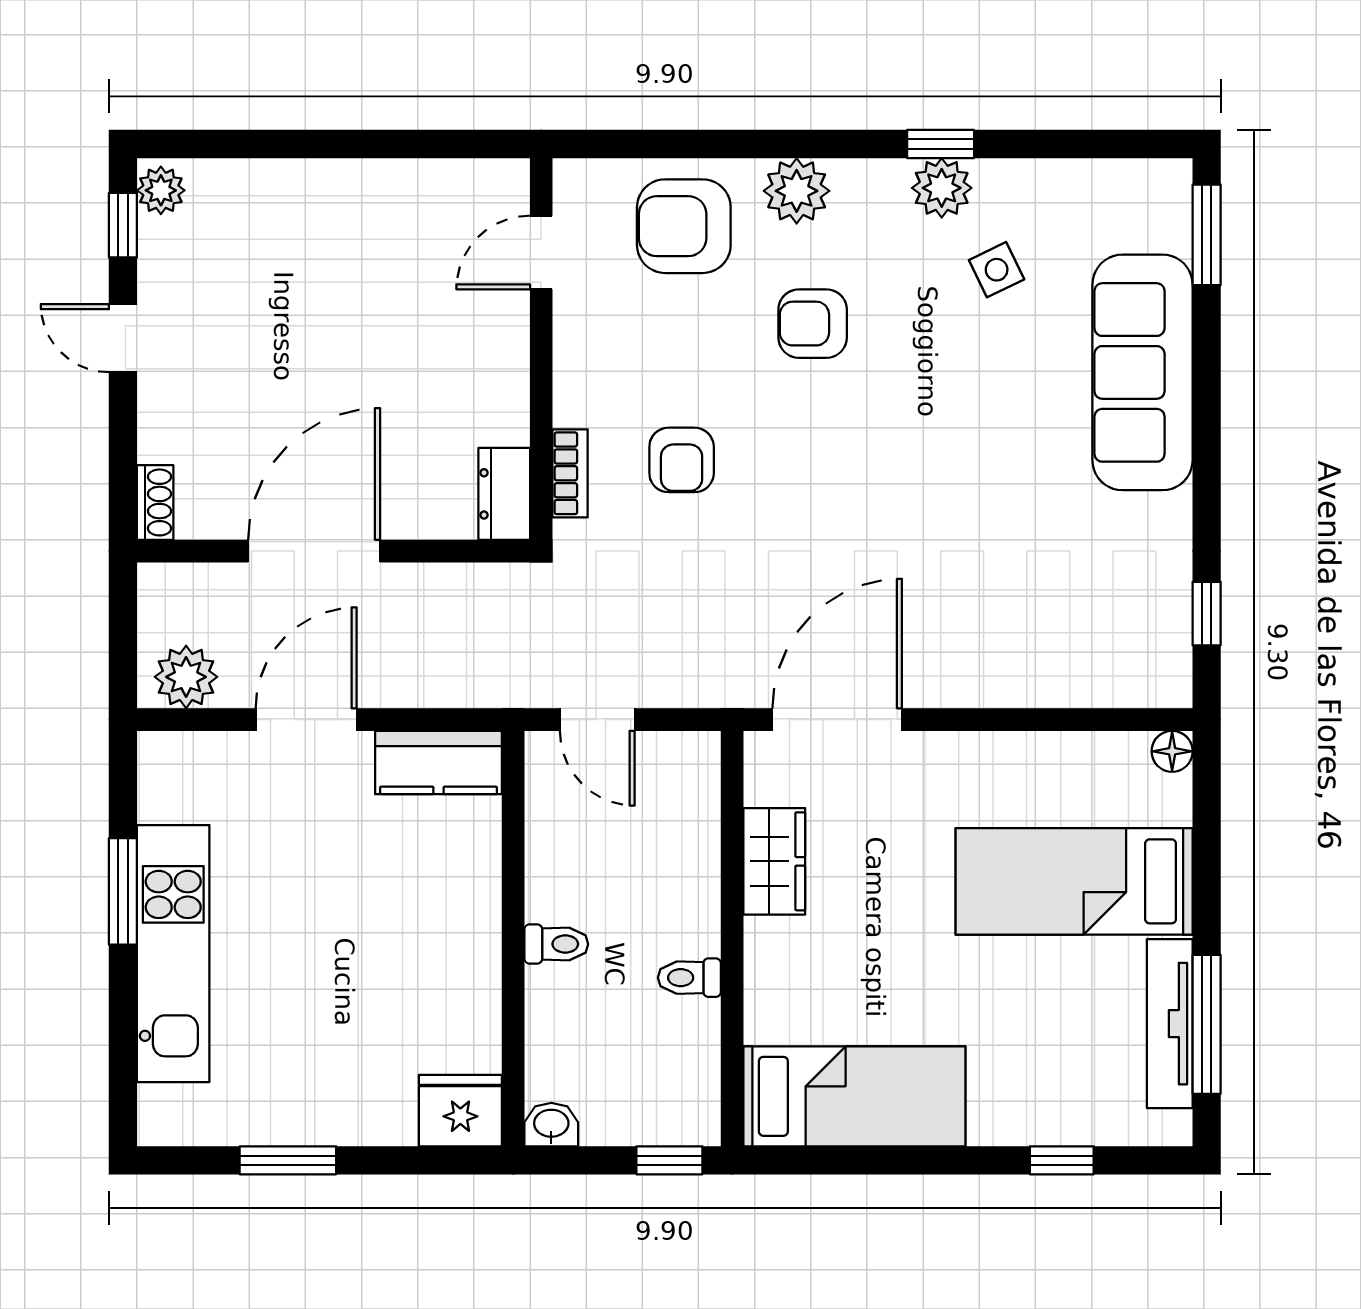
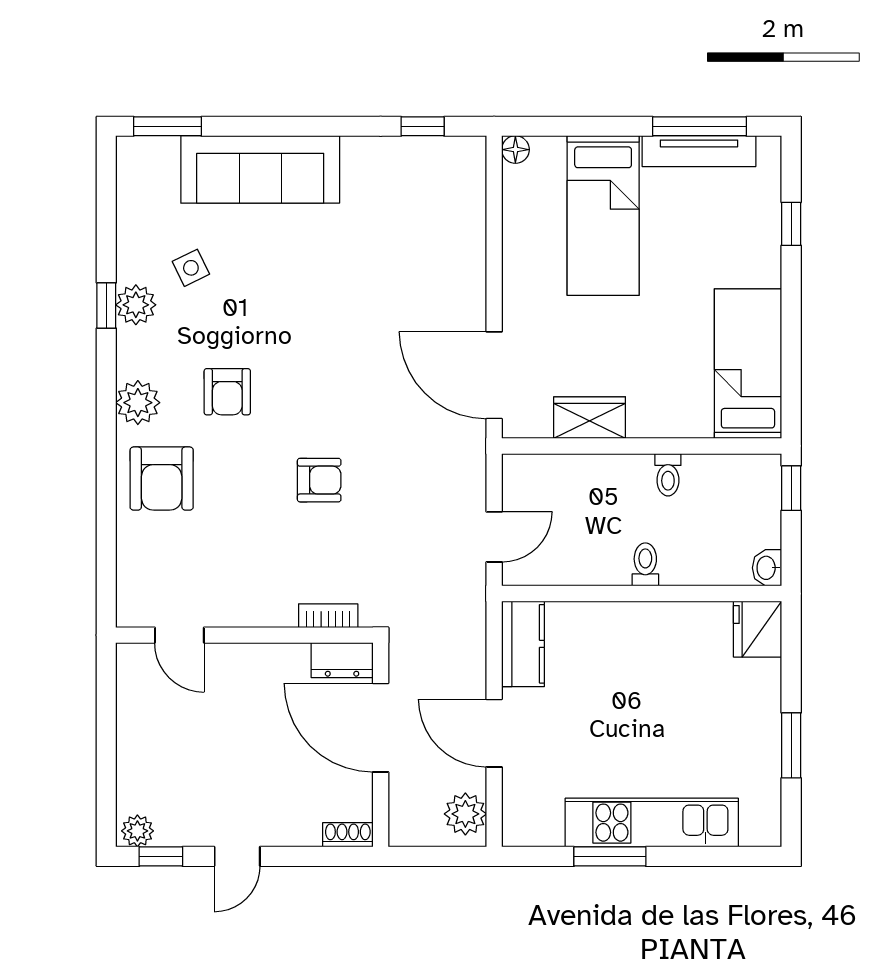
door: (541, 252) -> (179, 635), moved
wall: (541, 349) -> (244, 635), moved
bookcase: (570, 473) -> (328, 616), moved
dresser: (504, 494) -> (342, 660), moved

